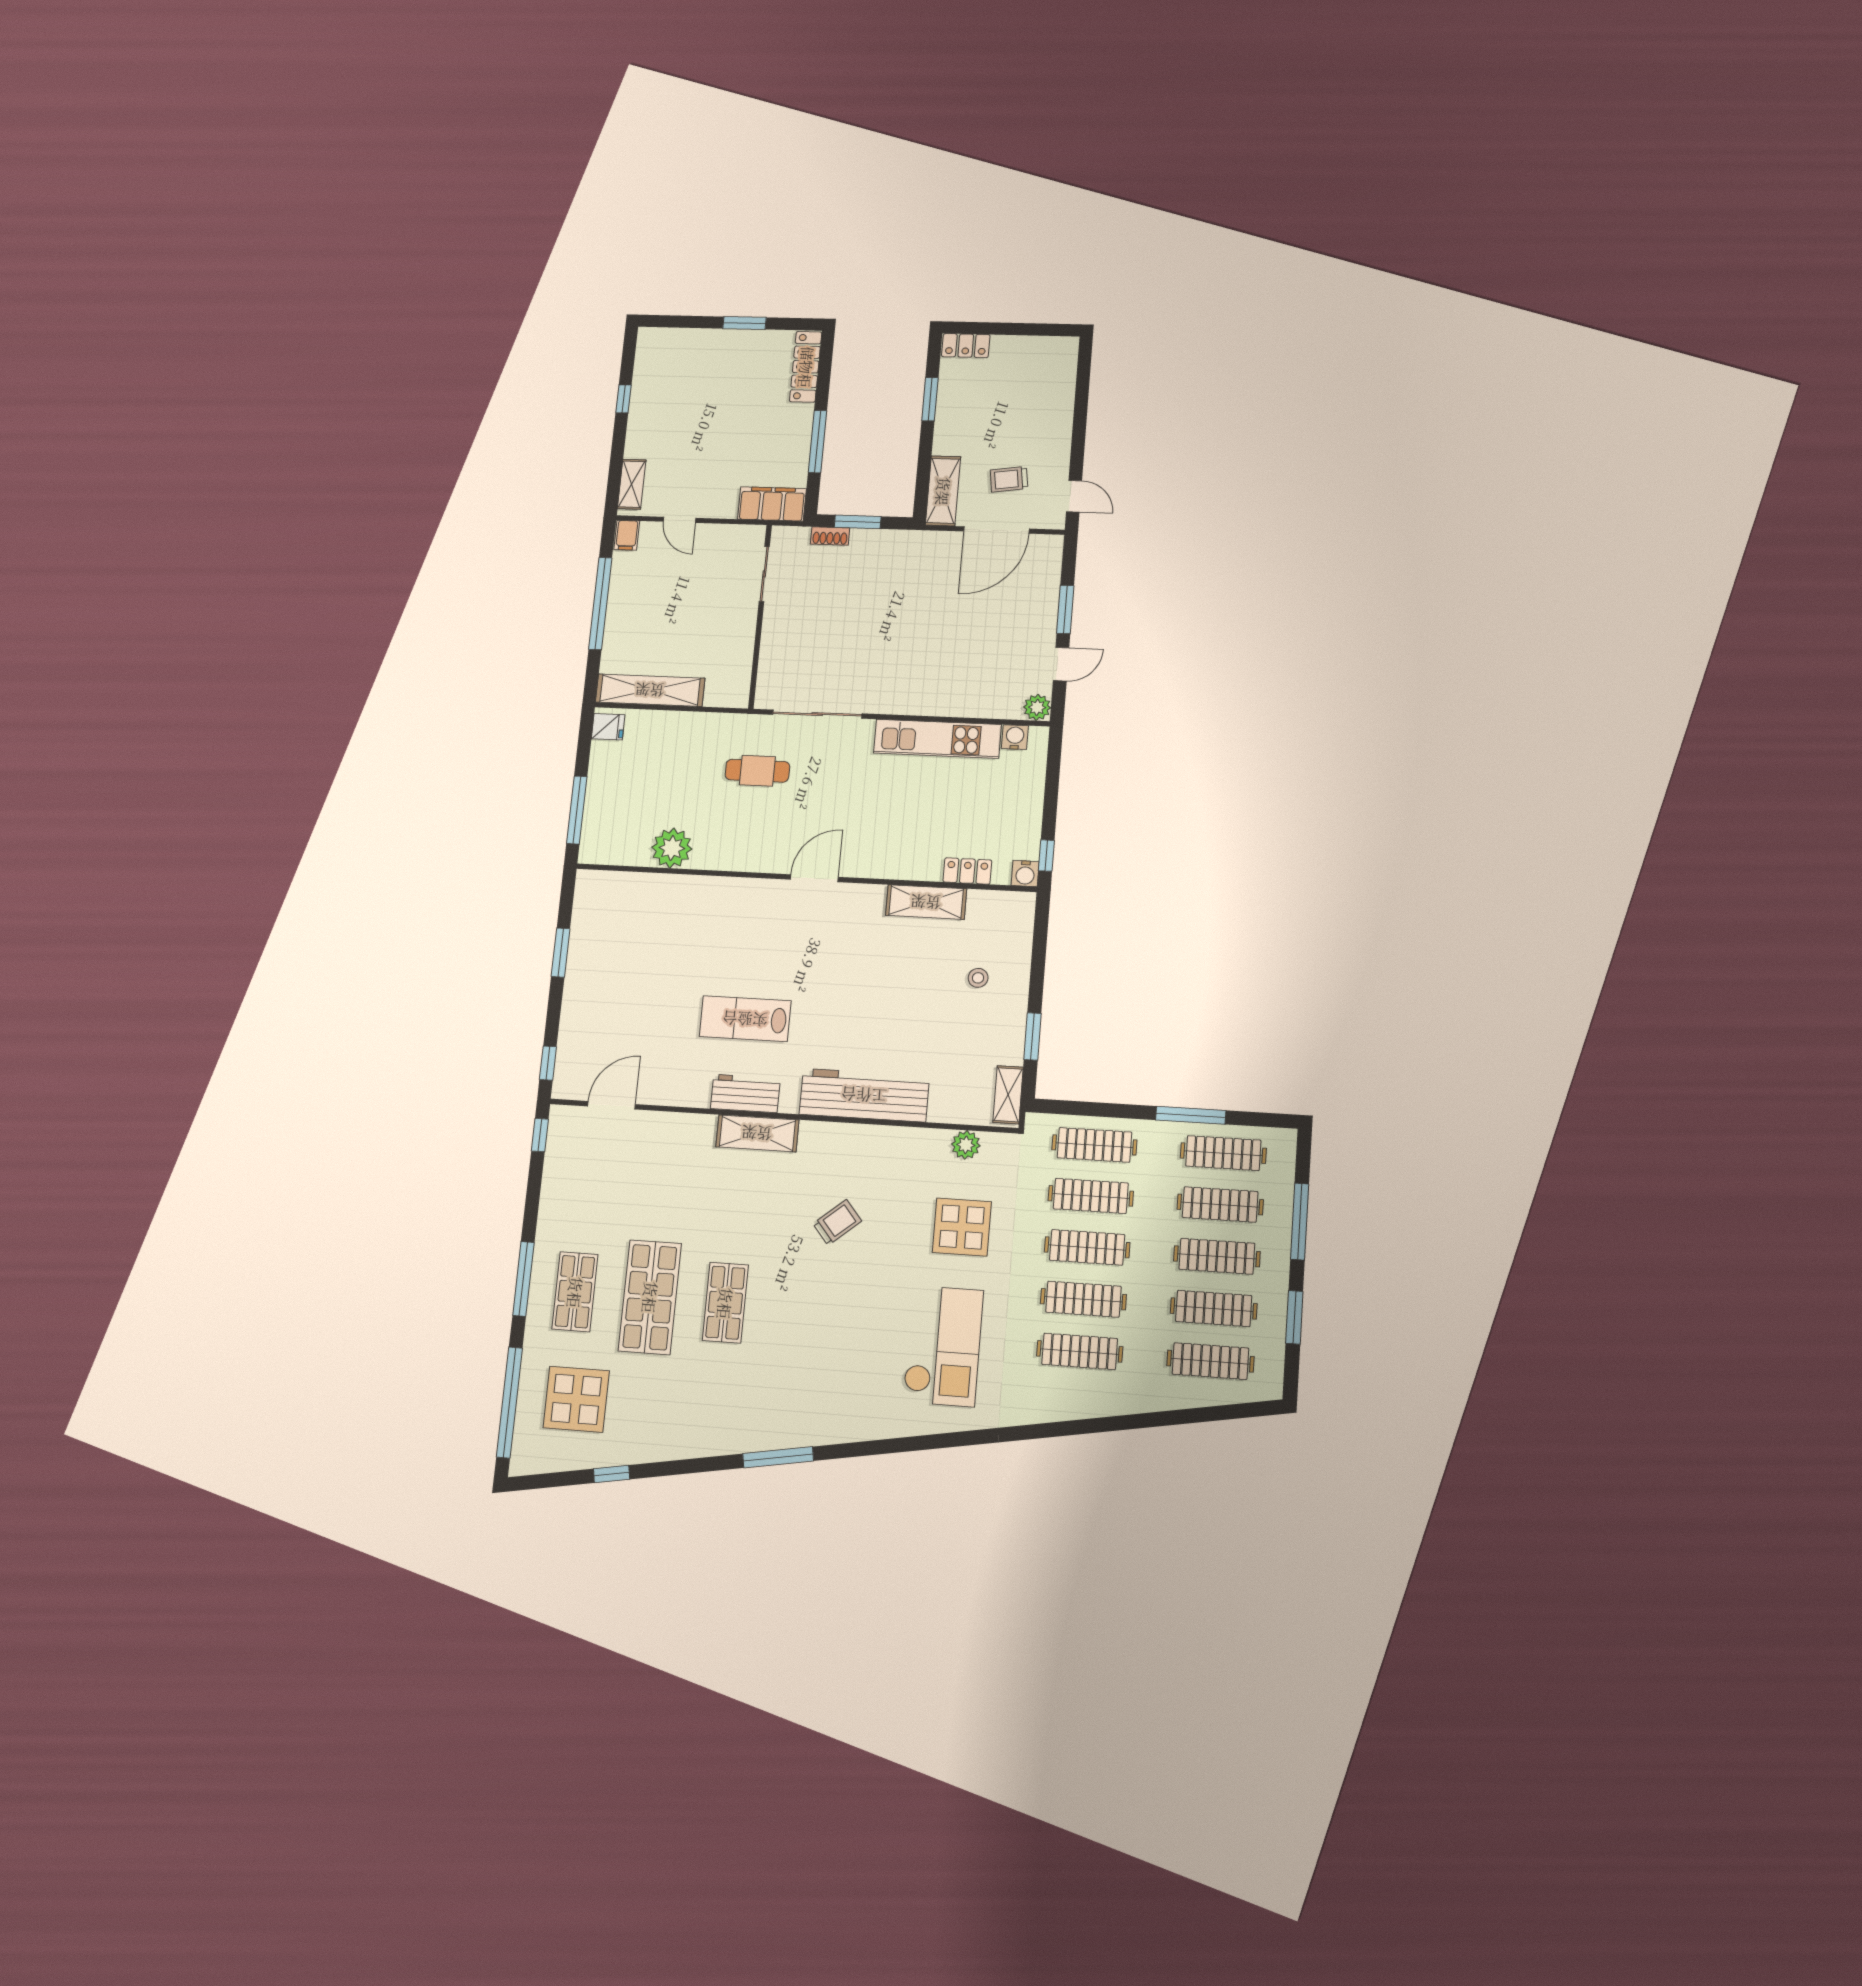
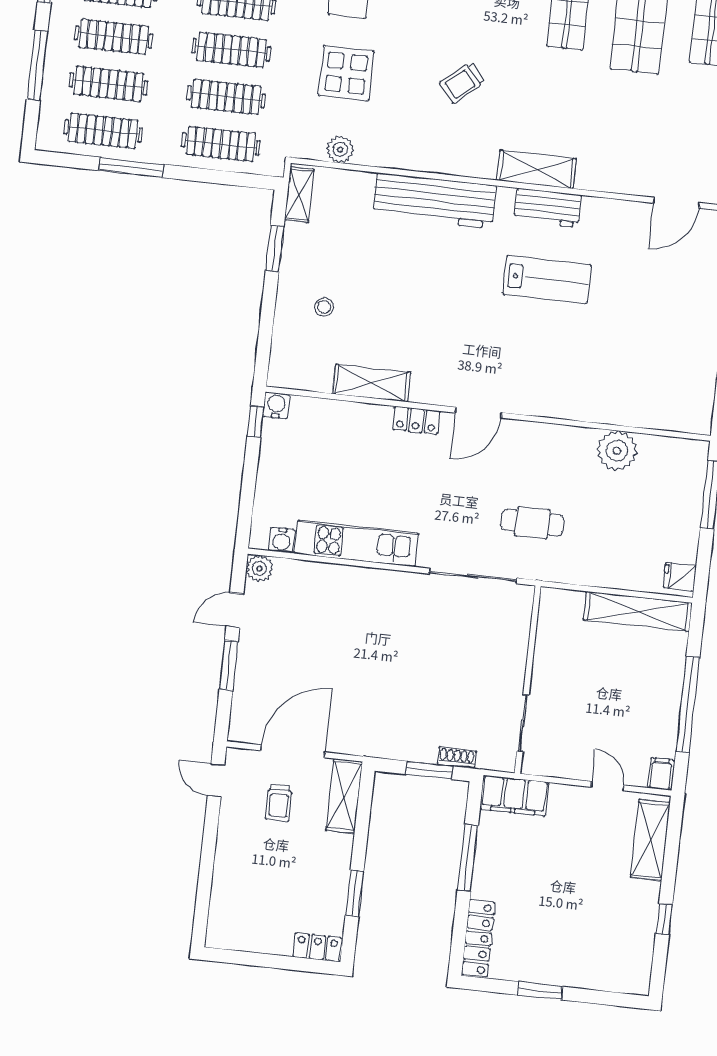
trolley: (1009, 479) -> (279, 803), turned 98
shelving: (632, 484) -> (650, 840), width x1.50, depth x1.33
locker: (967, 871) -> (416, 420), moved

